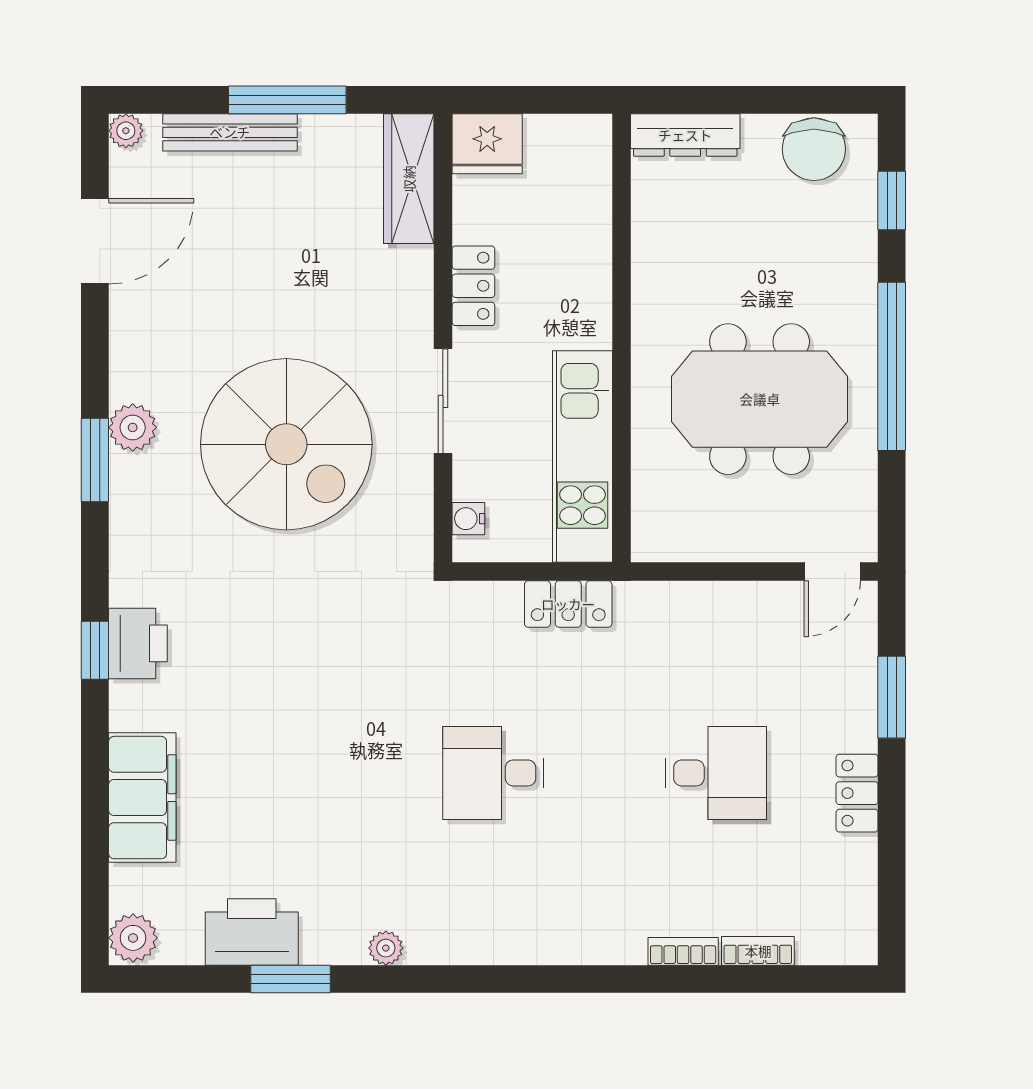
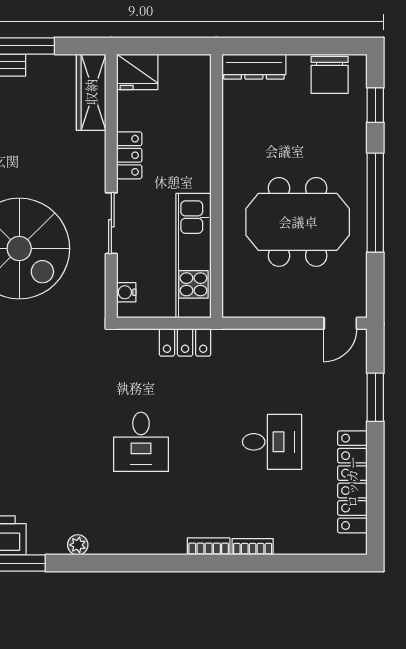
desk: (493, 773) -> (141, 442), turned -90
locker: (857, 793) -> (352, 482), width x2.16, depth x1.21
bookcase: (758, 951) -> (209, 546), moved

